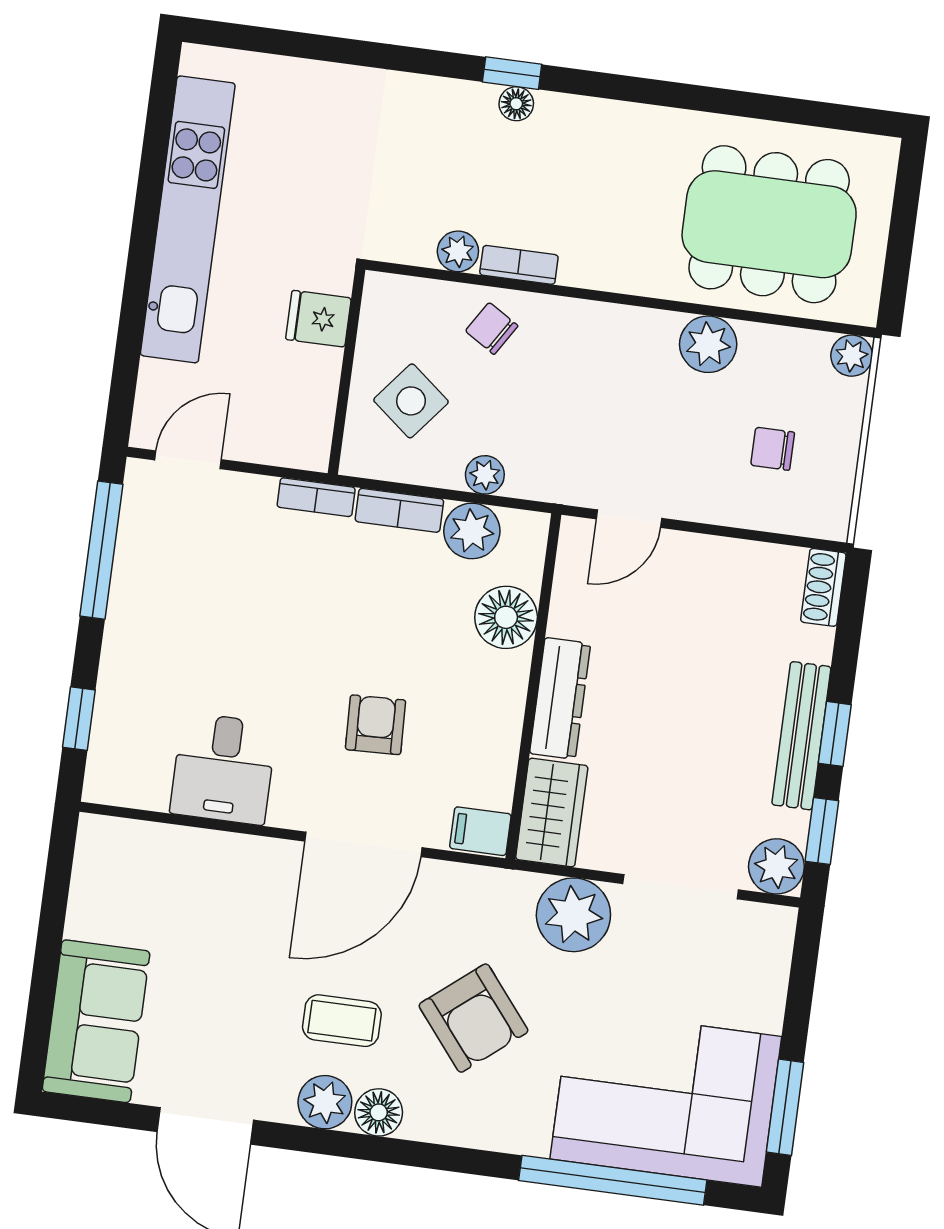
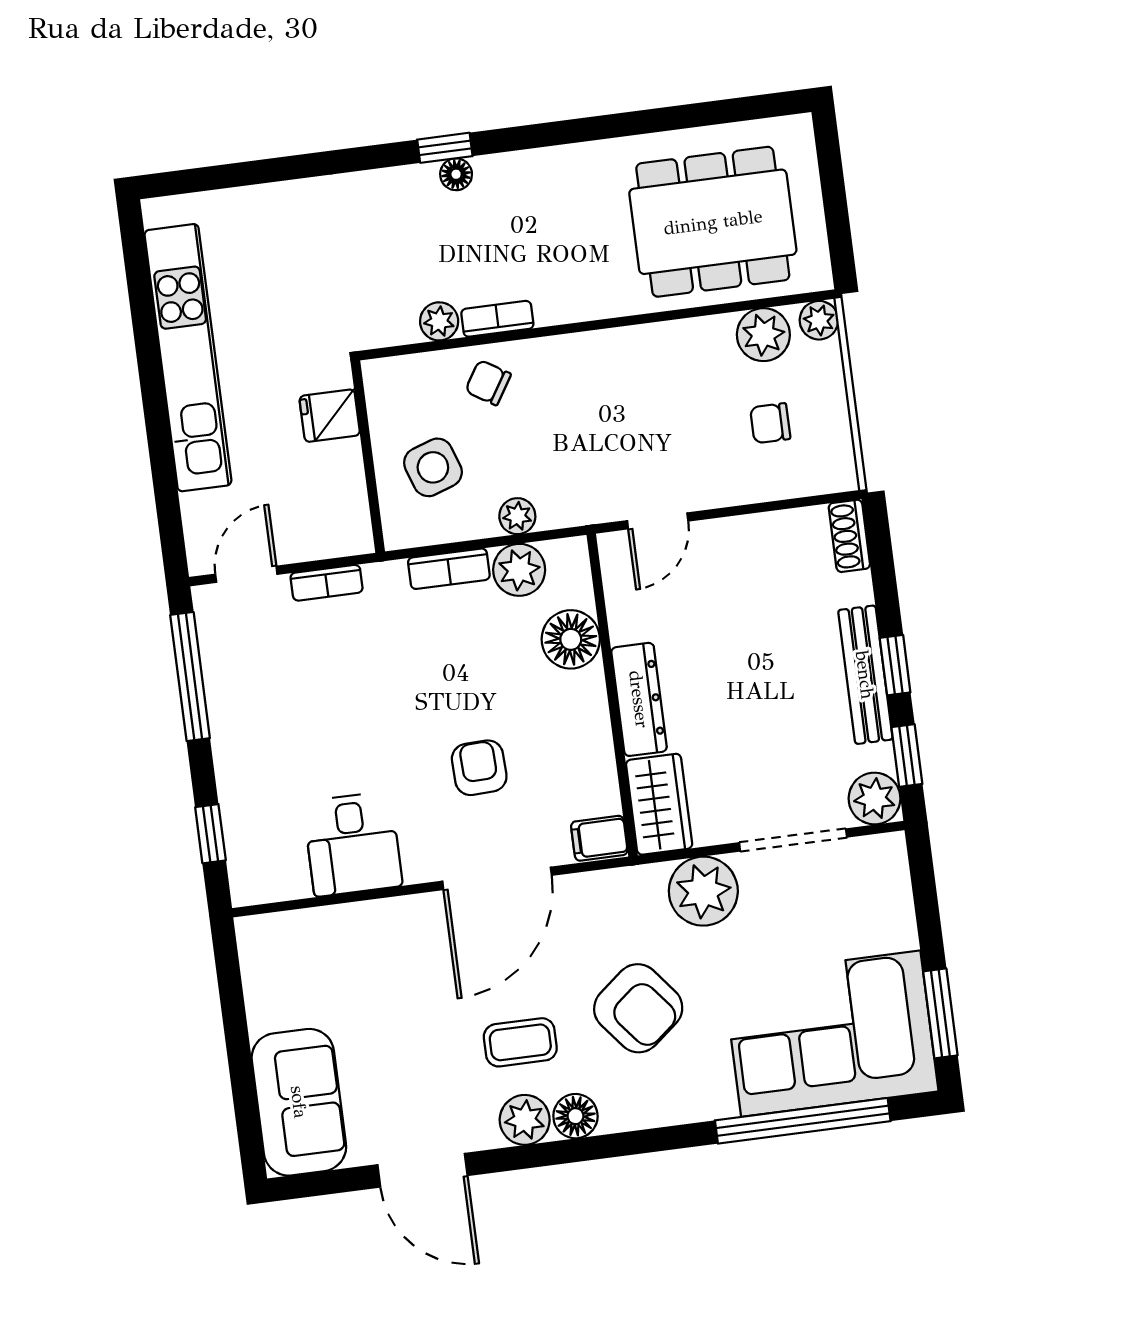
plant: (708, 344) -> (763, 335), moved
side table: (411, 401) -> (433, 467), turned 32
bookcase: (316, 497) -> (327, 583), moved

